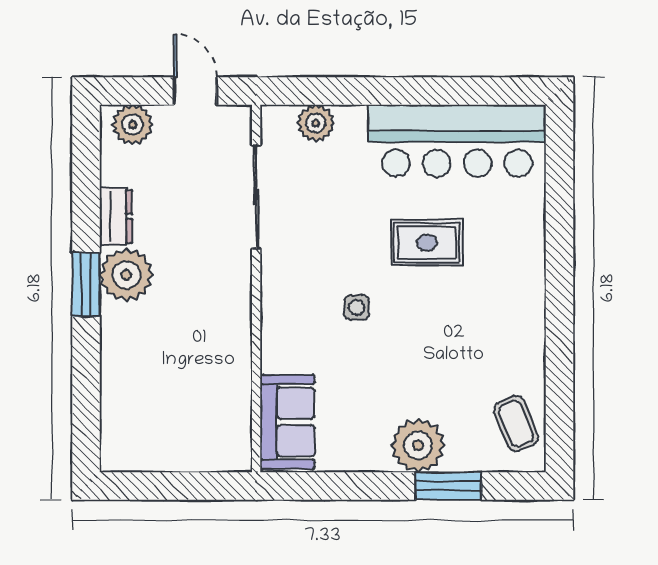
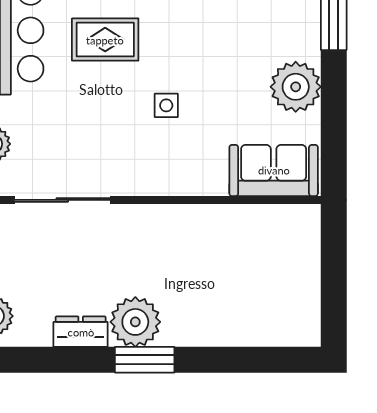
rug: (427, 243) -> (105, 40), turned 90
plant: (418, 445) -> (296, 87), moved

